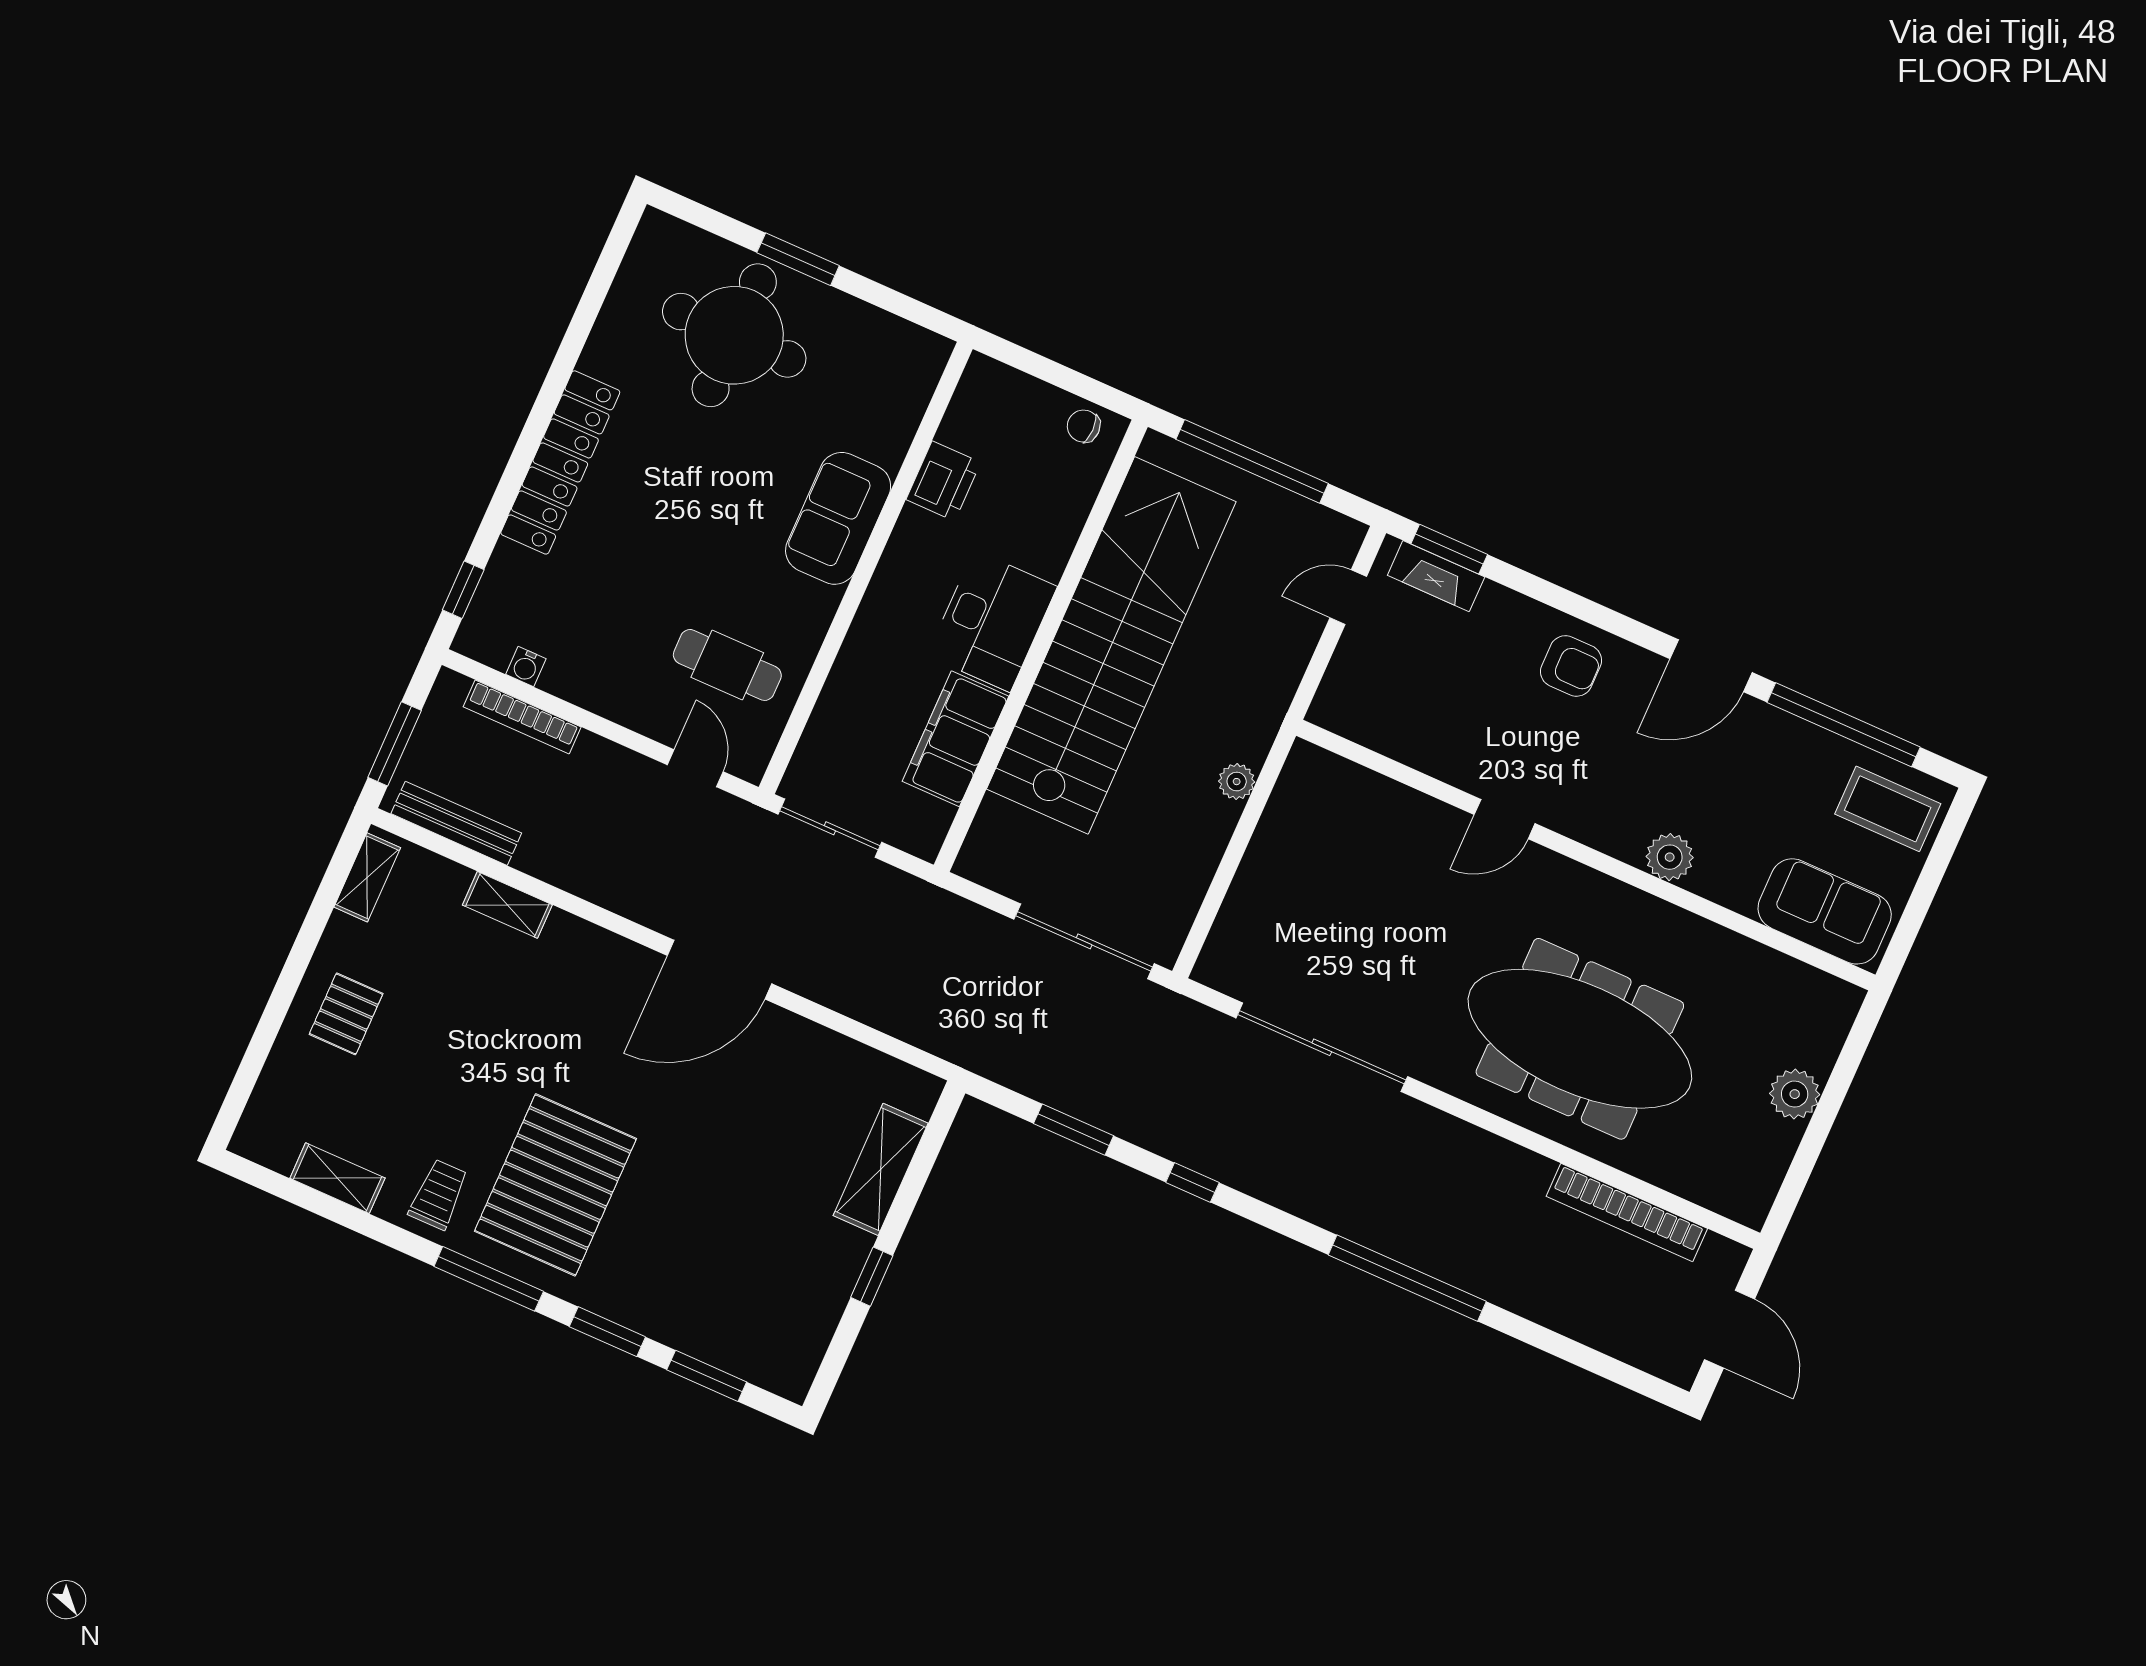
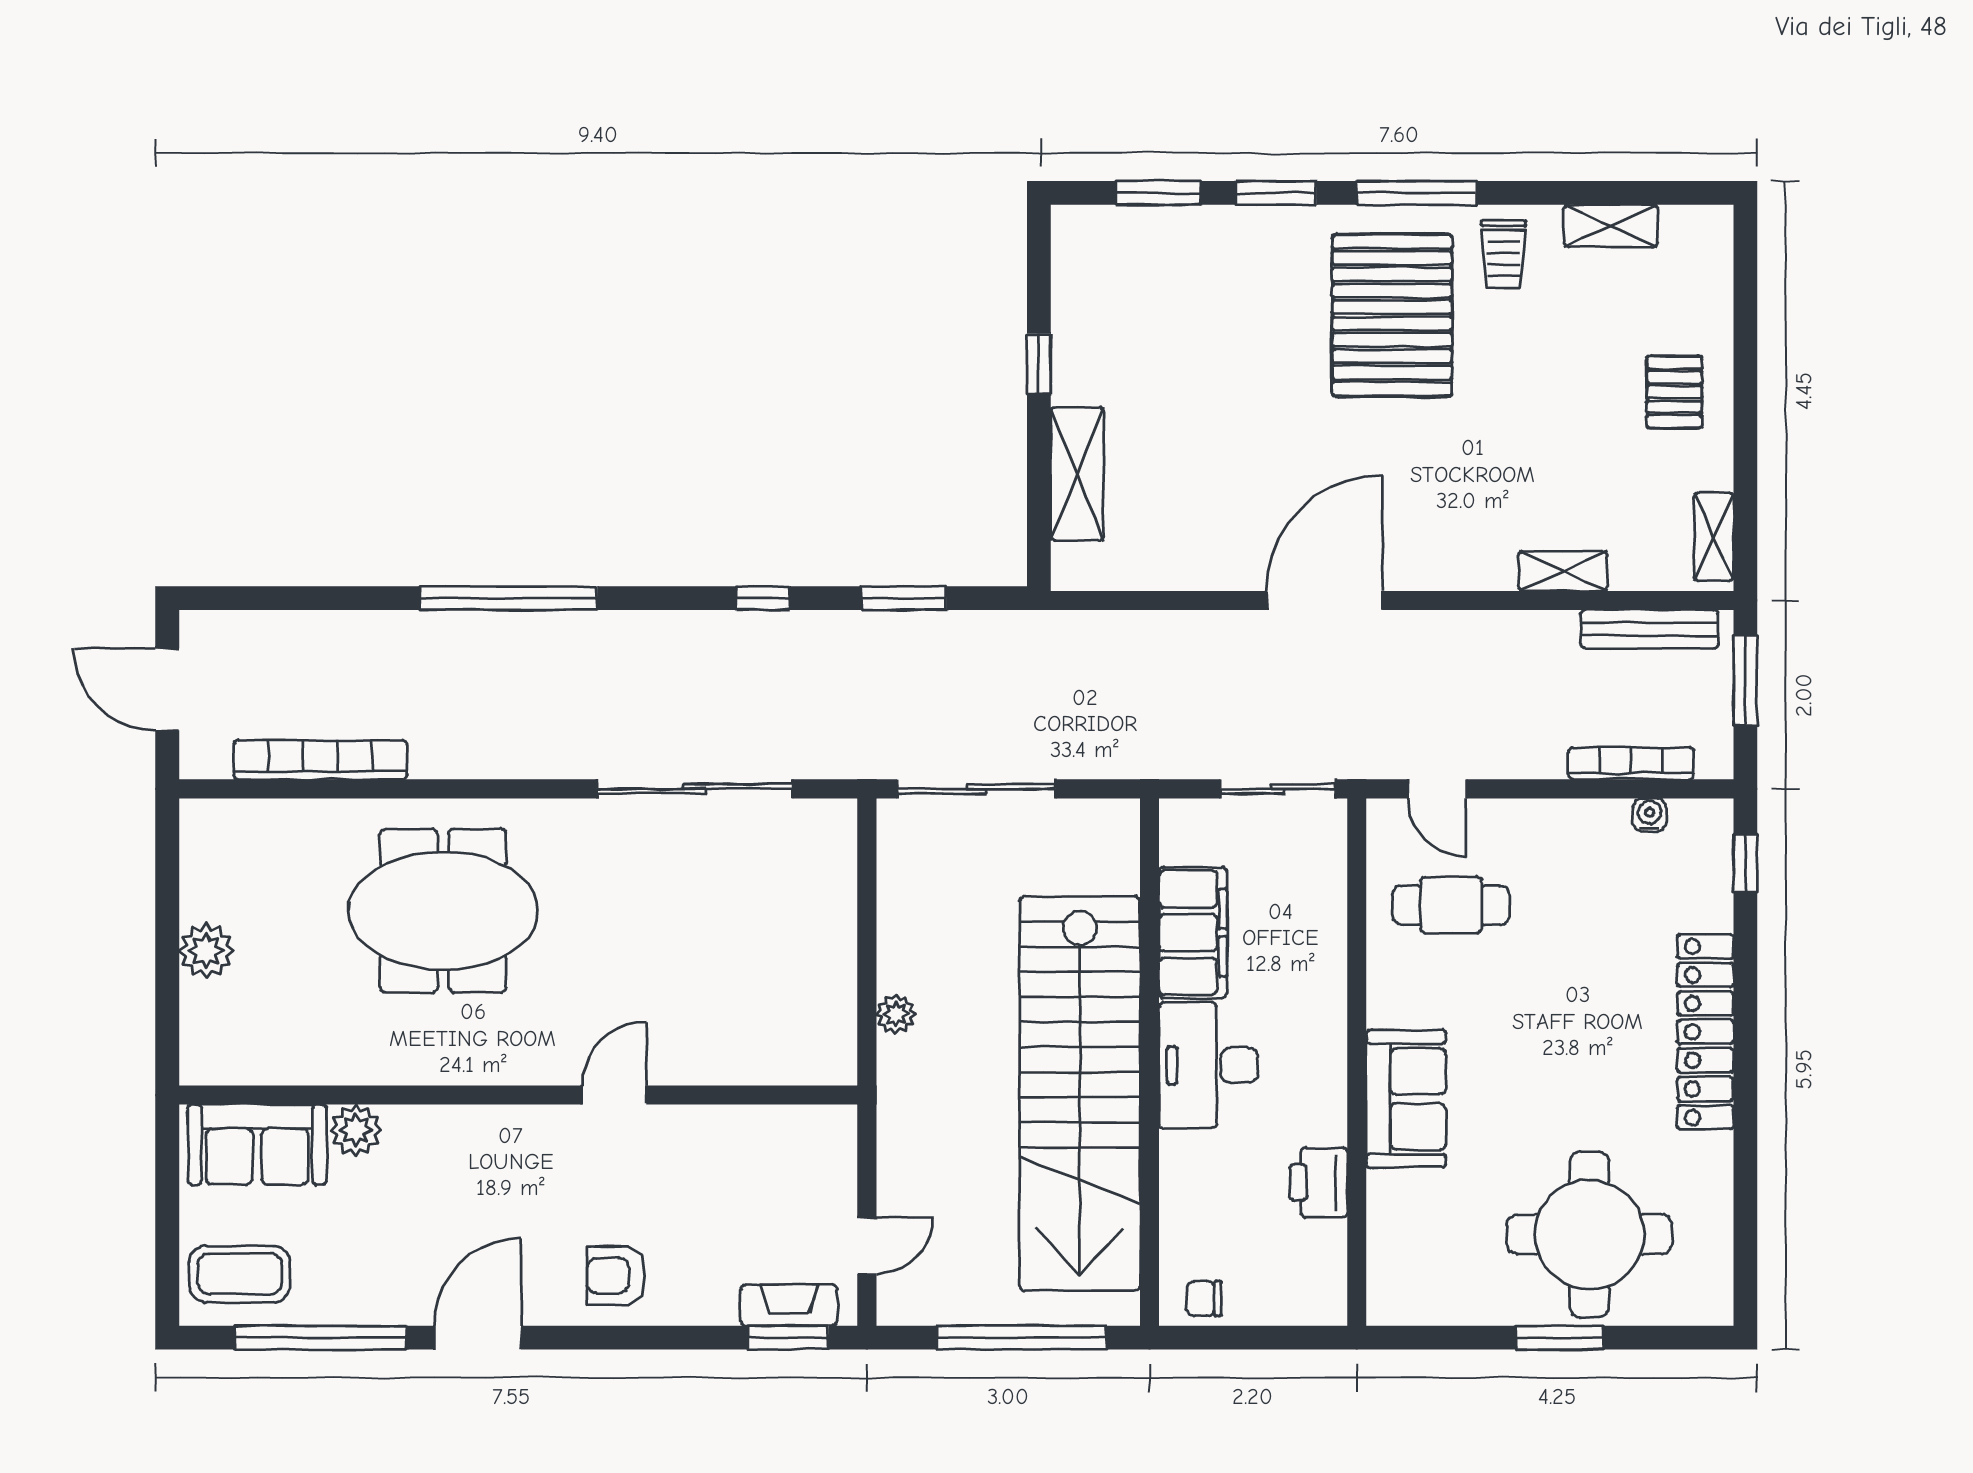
chair: (1084, 426) -> (1204, 1298), turned 180
plant: (1670, 857) -> (356, 1130), moved
meeting table: (1580, 1039) -> (443, 911), width x0.73

